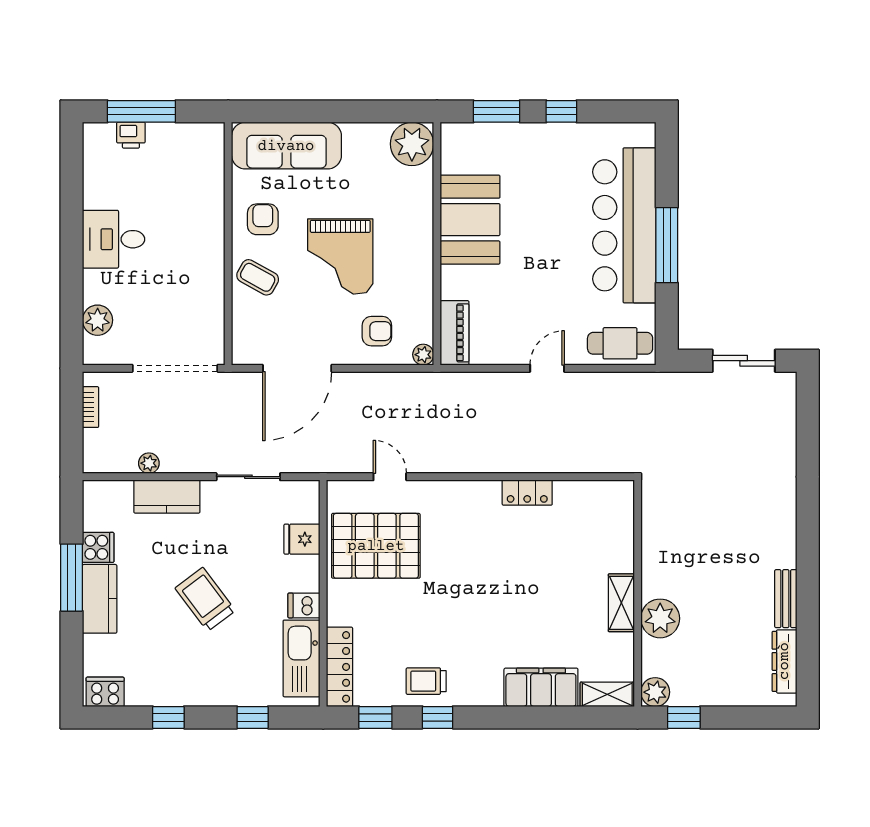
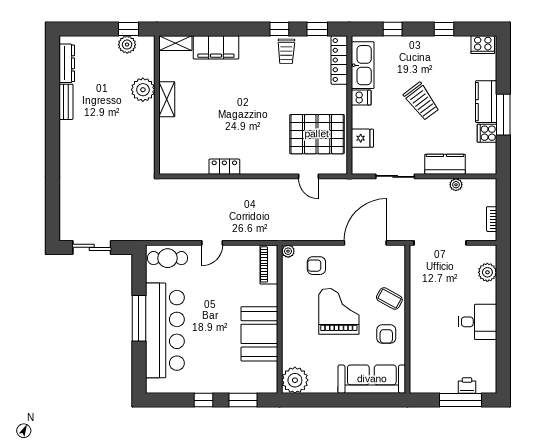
trolley: (426, 681) -> (286, 51), turned 91
plant: (655, 692) -> (127, 45), moved

